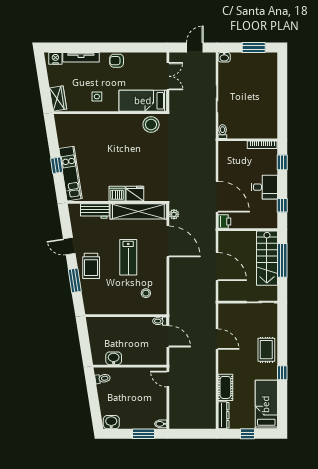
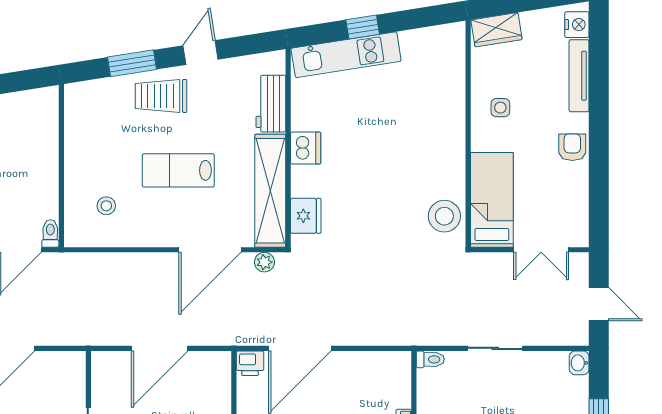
fridge: (135, 194) -> (306, 216), moved

